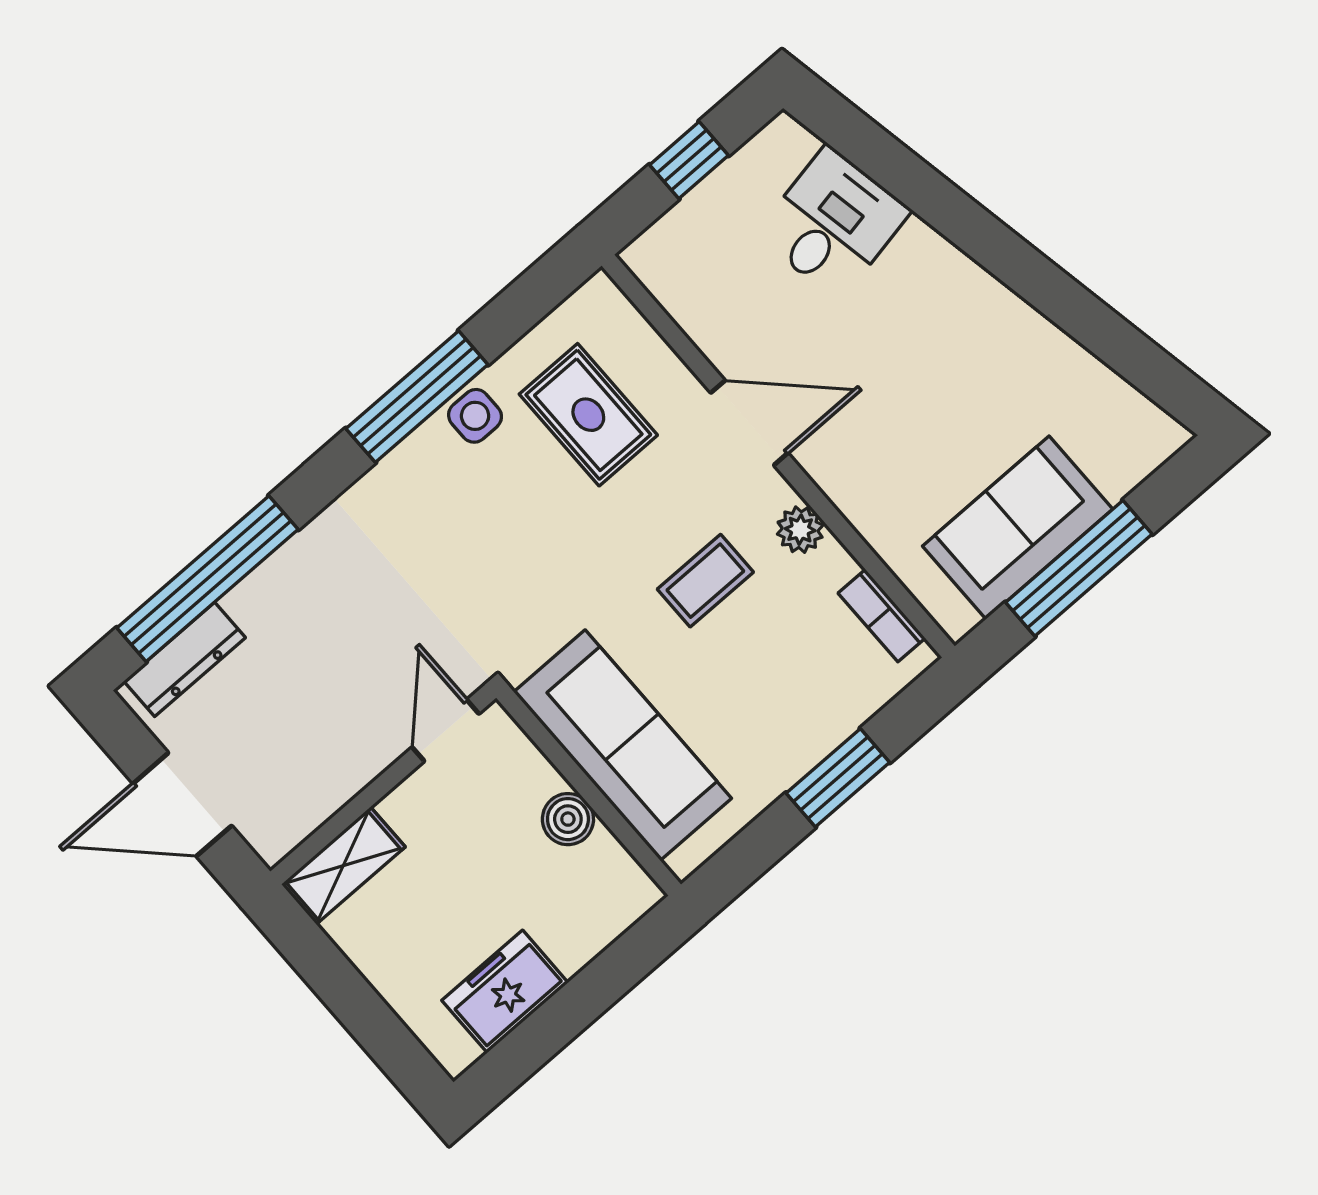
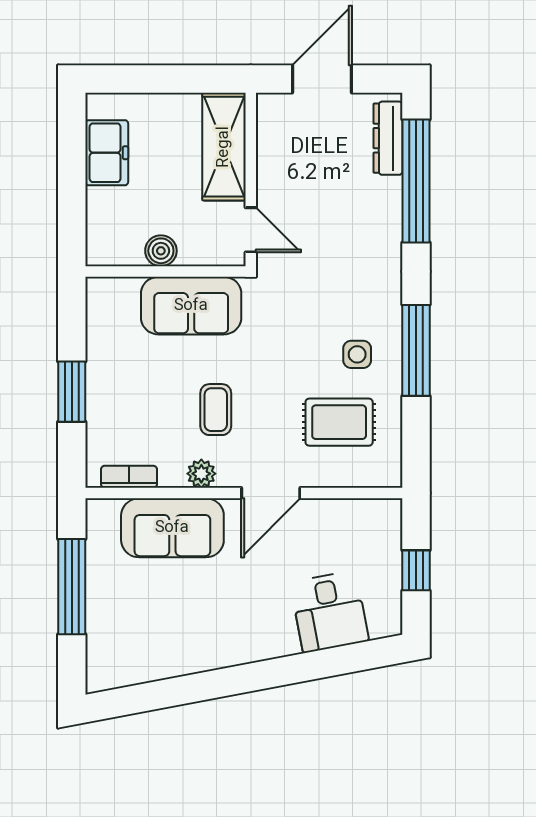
side table: (475, 416) -> (357, 354), moved
sofa: (1018, 528) -> (172, 528), moved, turned 90
sofa: (623, 745) -> (191, 306), width x0.73
shelving: (343, 866) -> (224, 147), width x1.50, depth x1.33

